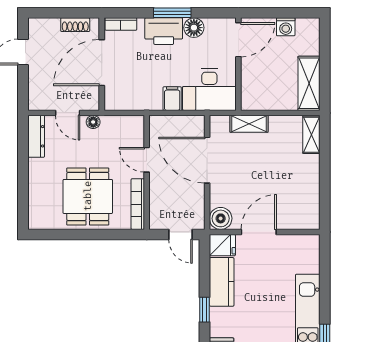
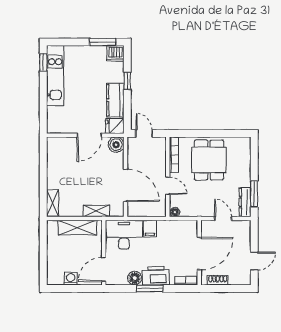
shelving: (309, 83) -> (77, 228), moved, turned 90
floor lamp: (93, 122) -> (175, 212), moved
window: (23, 148) -> (254, 194), added

